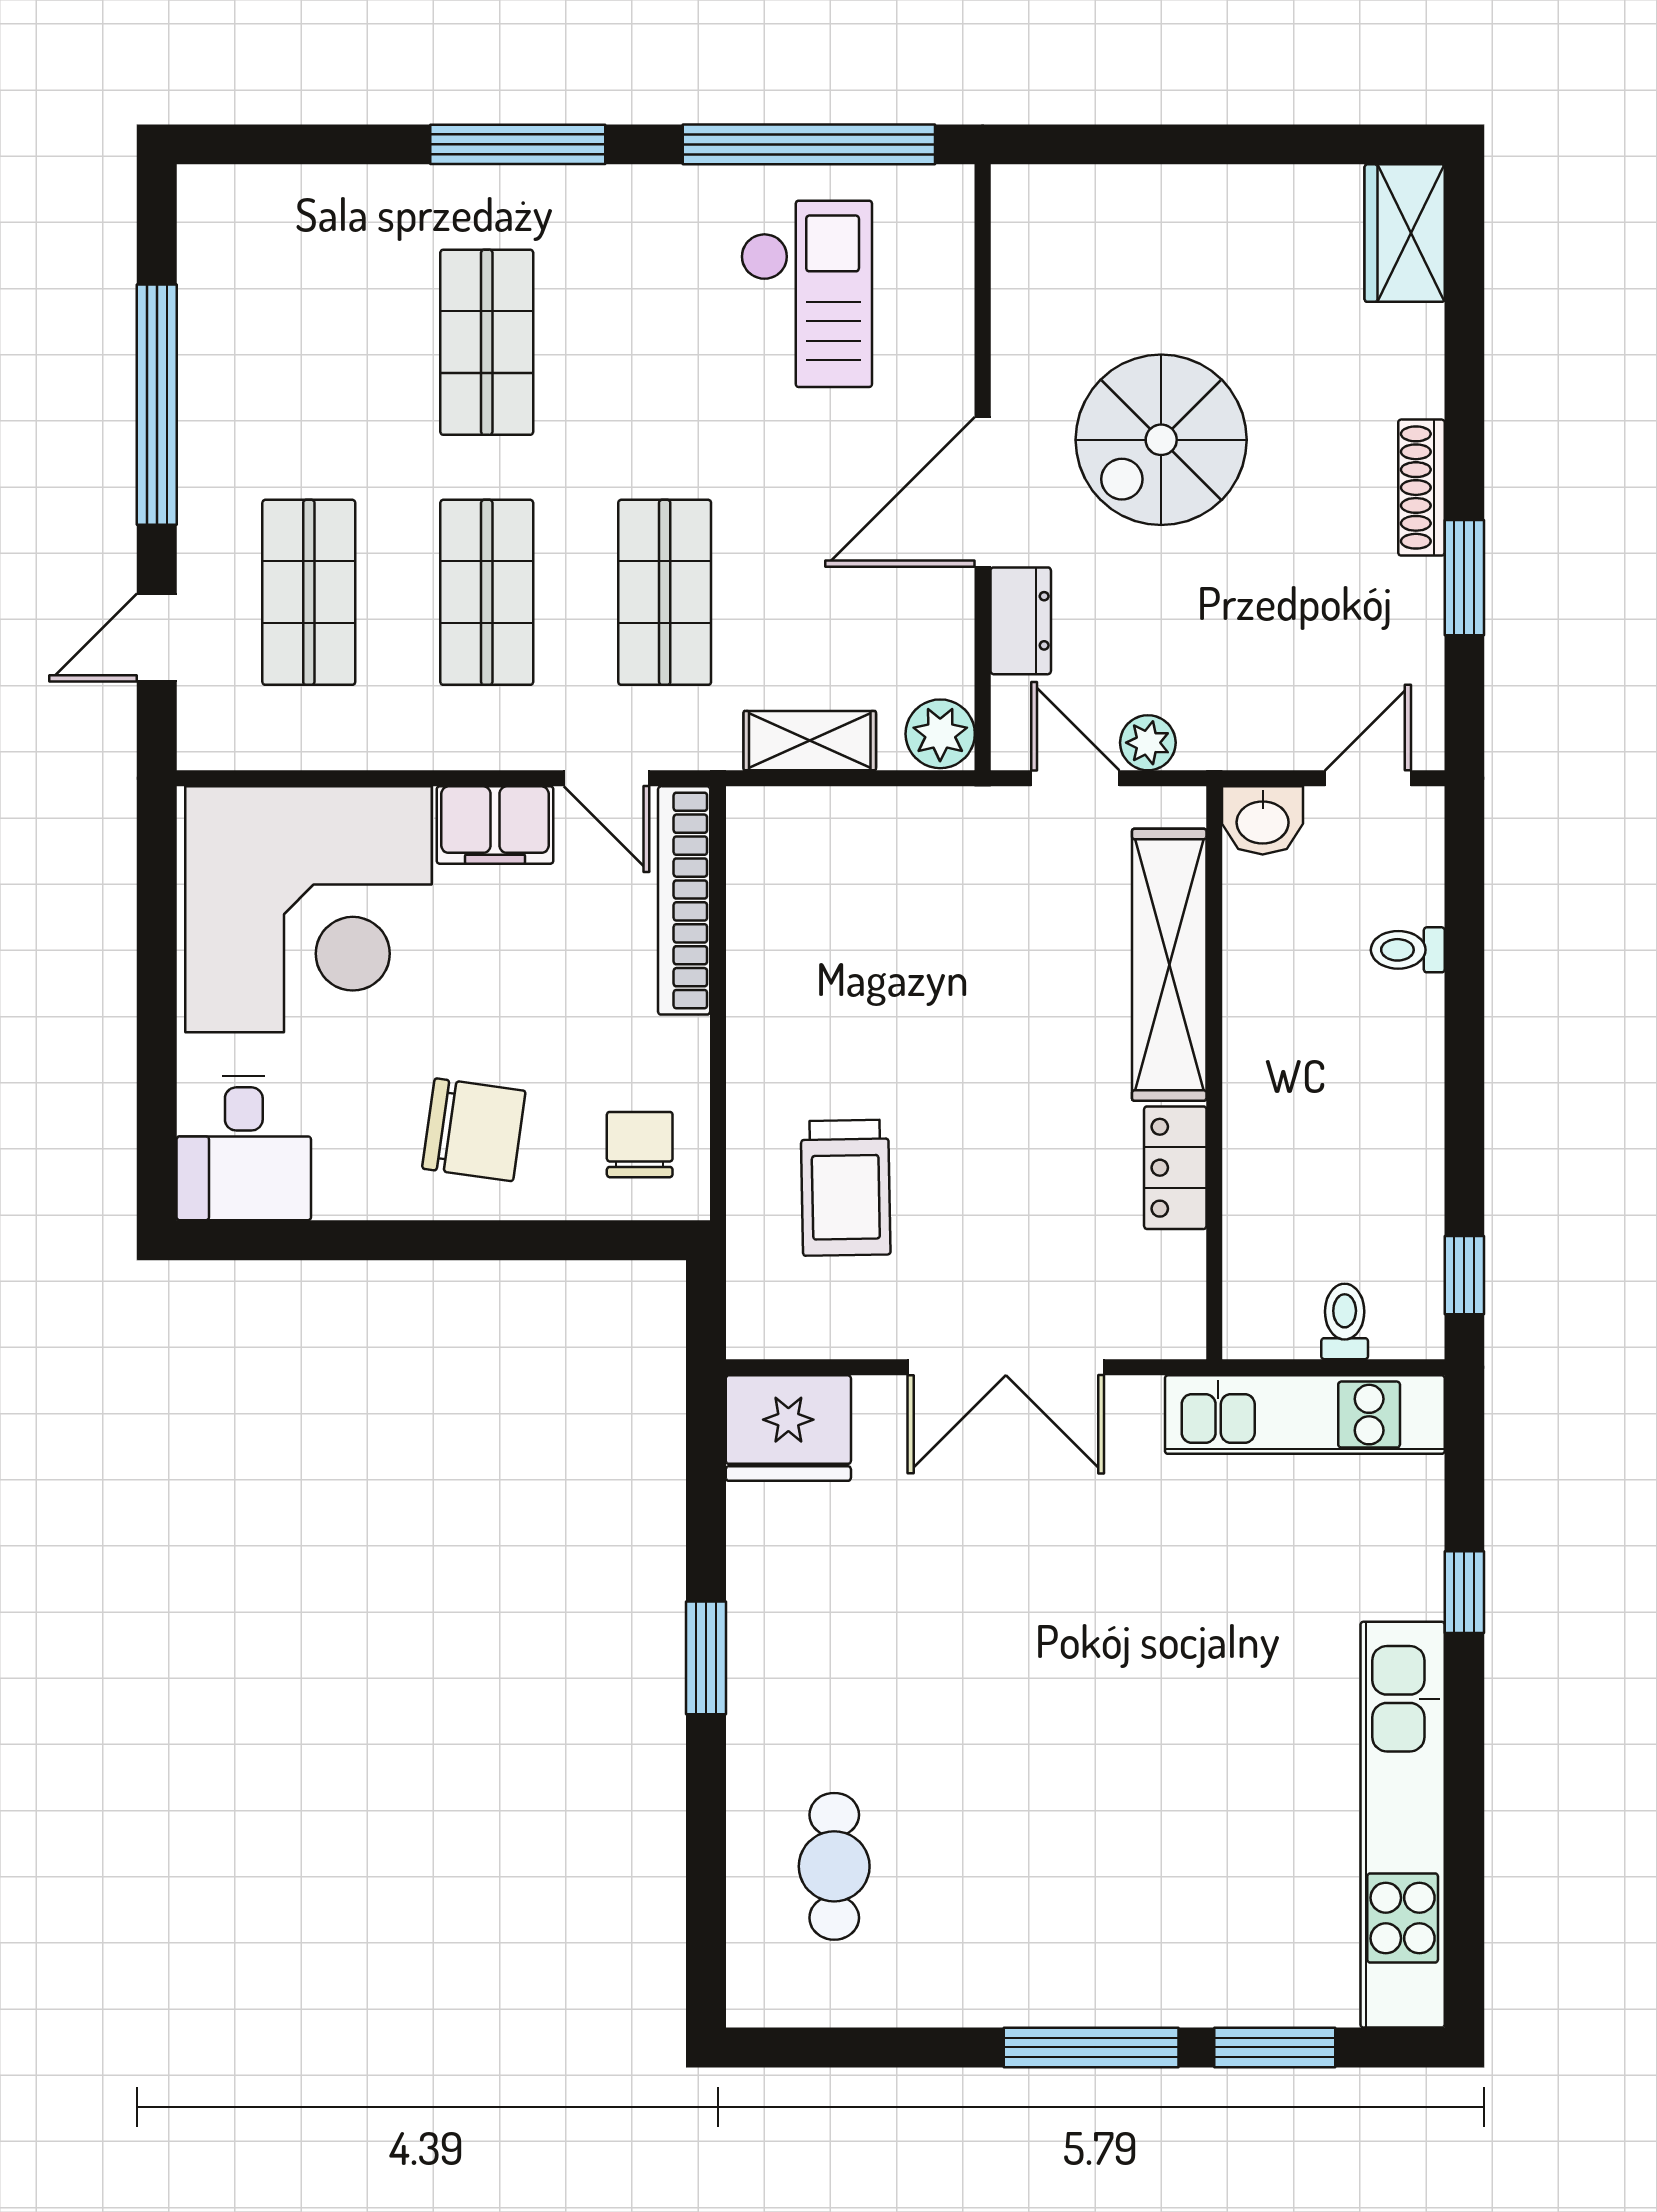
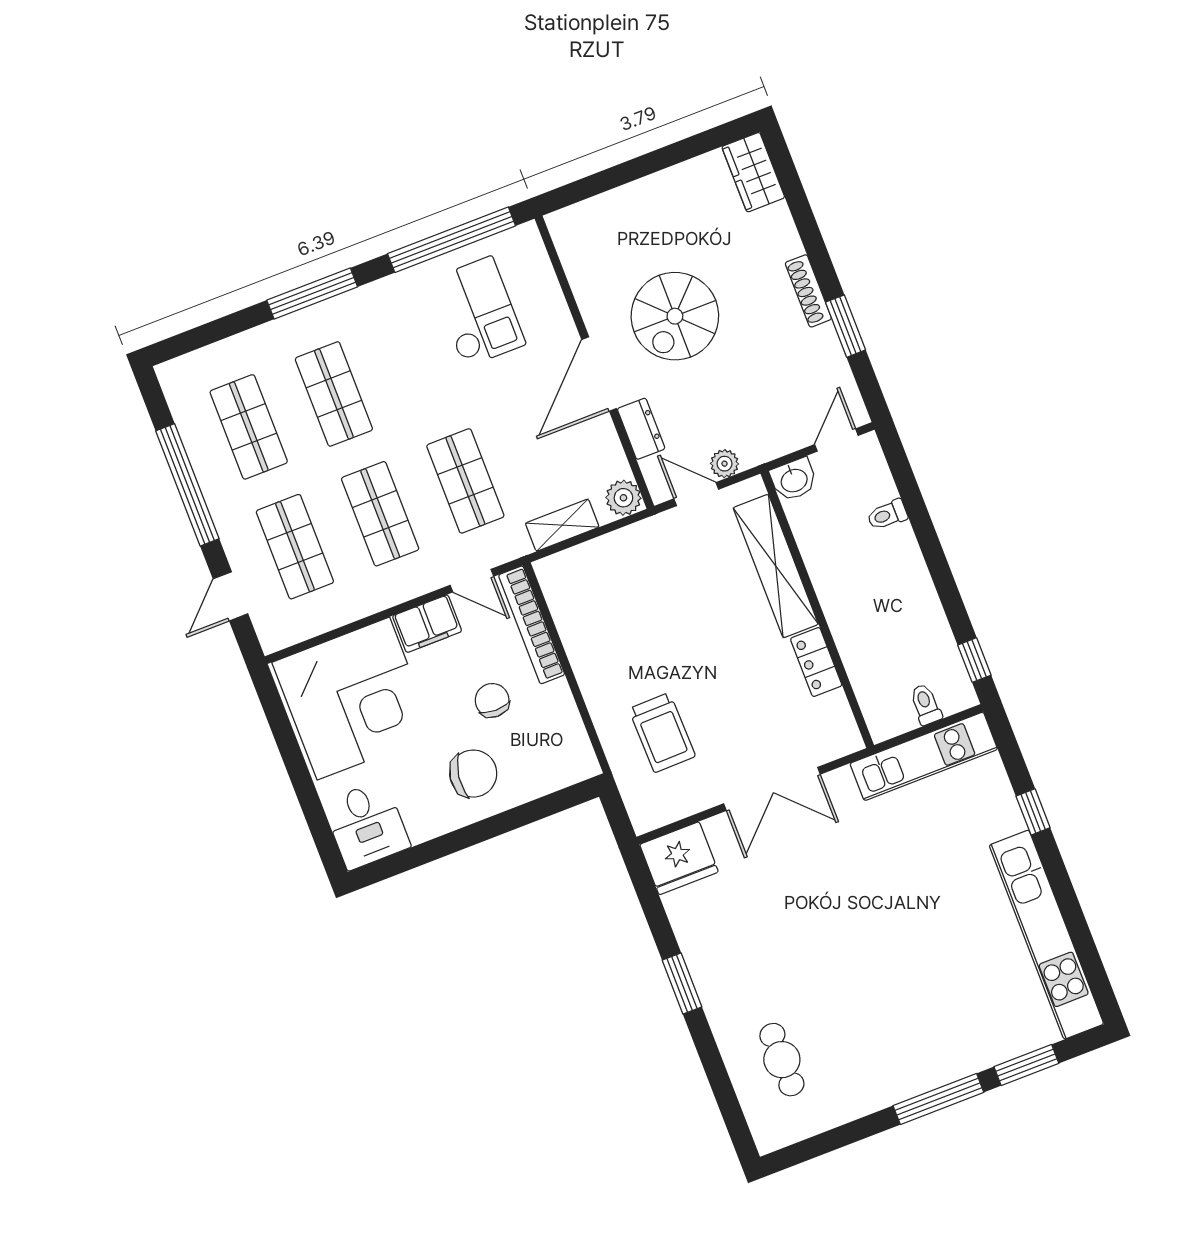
shop shelf: (309, 342) -> (249, 427), added
chair: (640, 1145) -> (492, 700), moved

